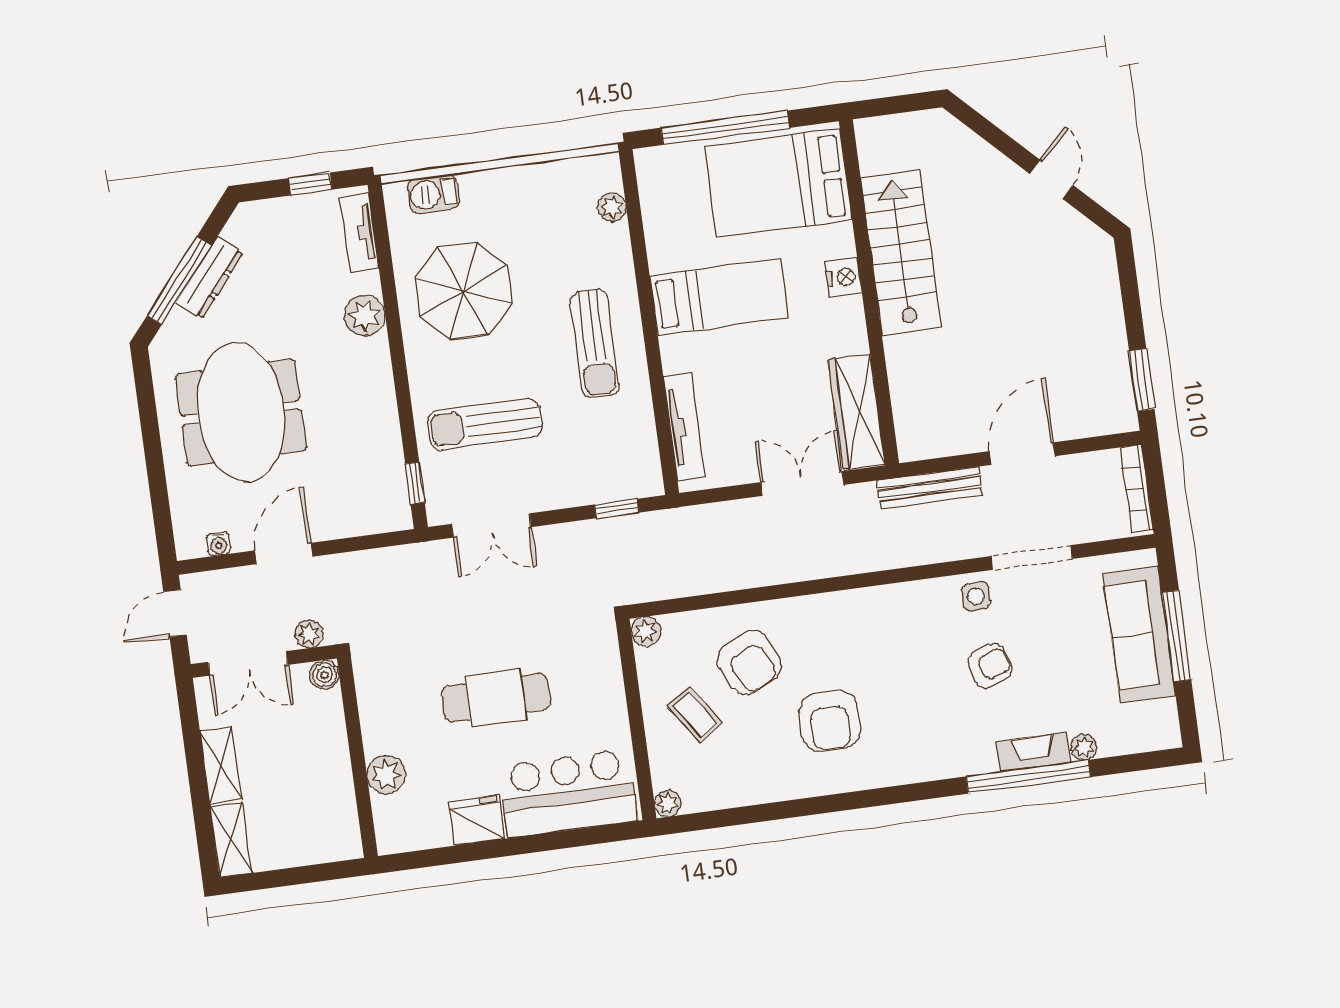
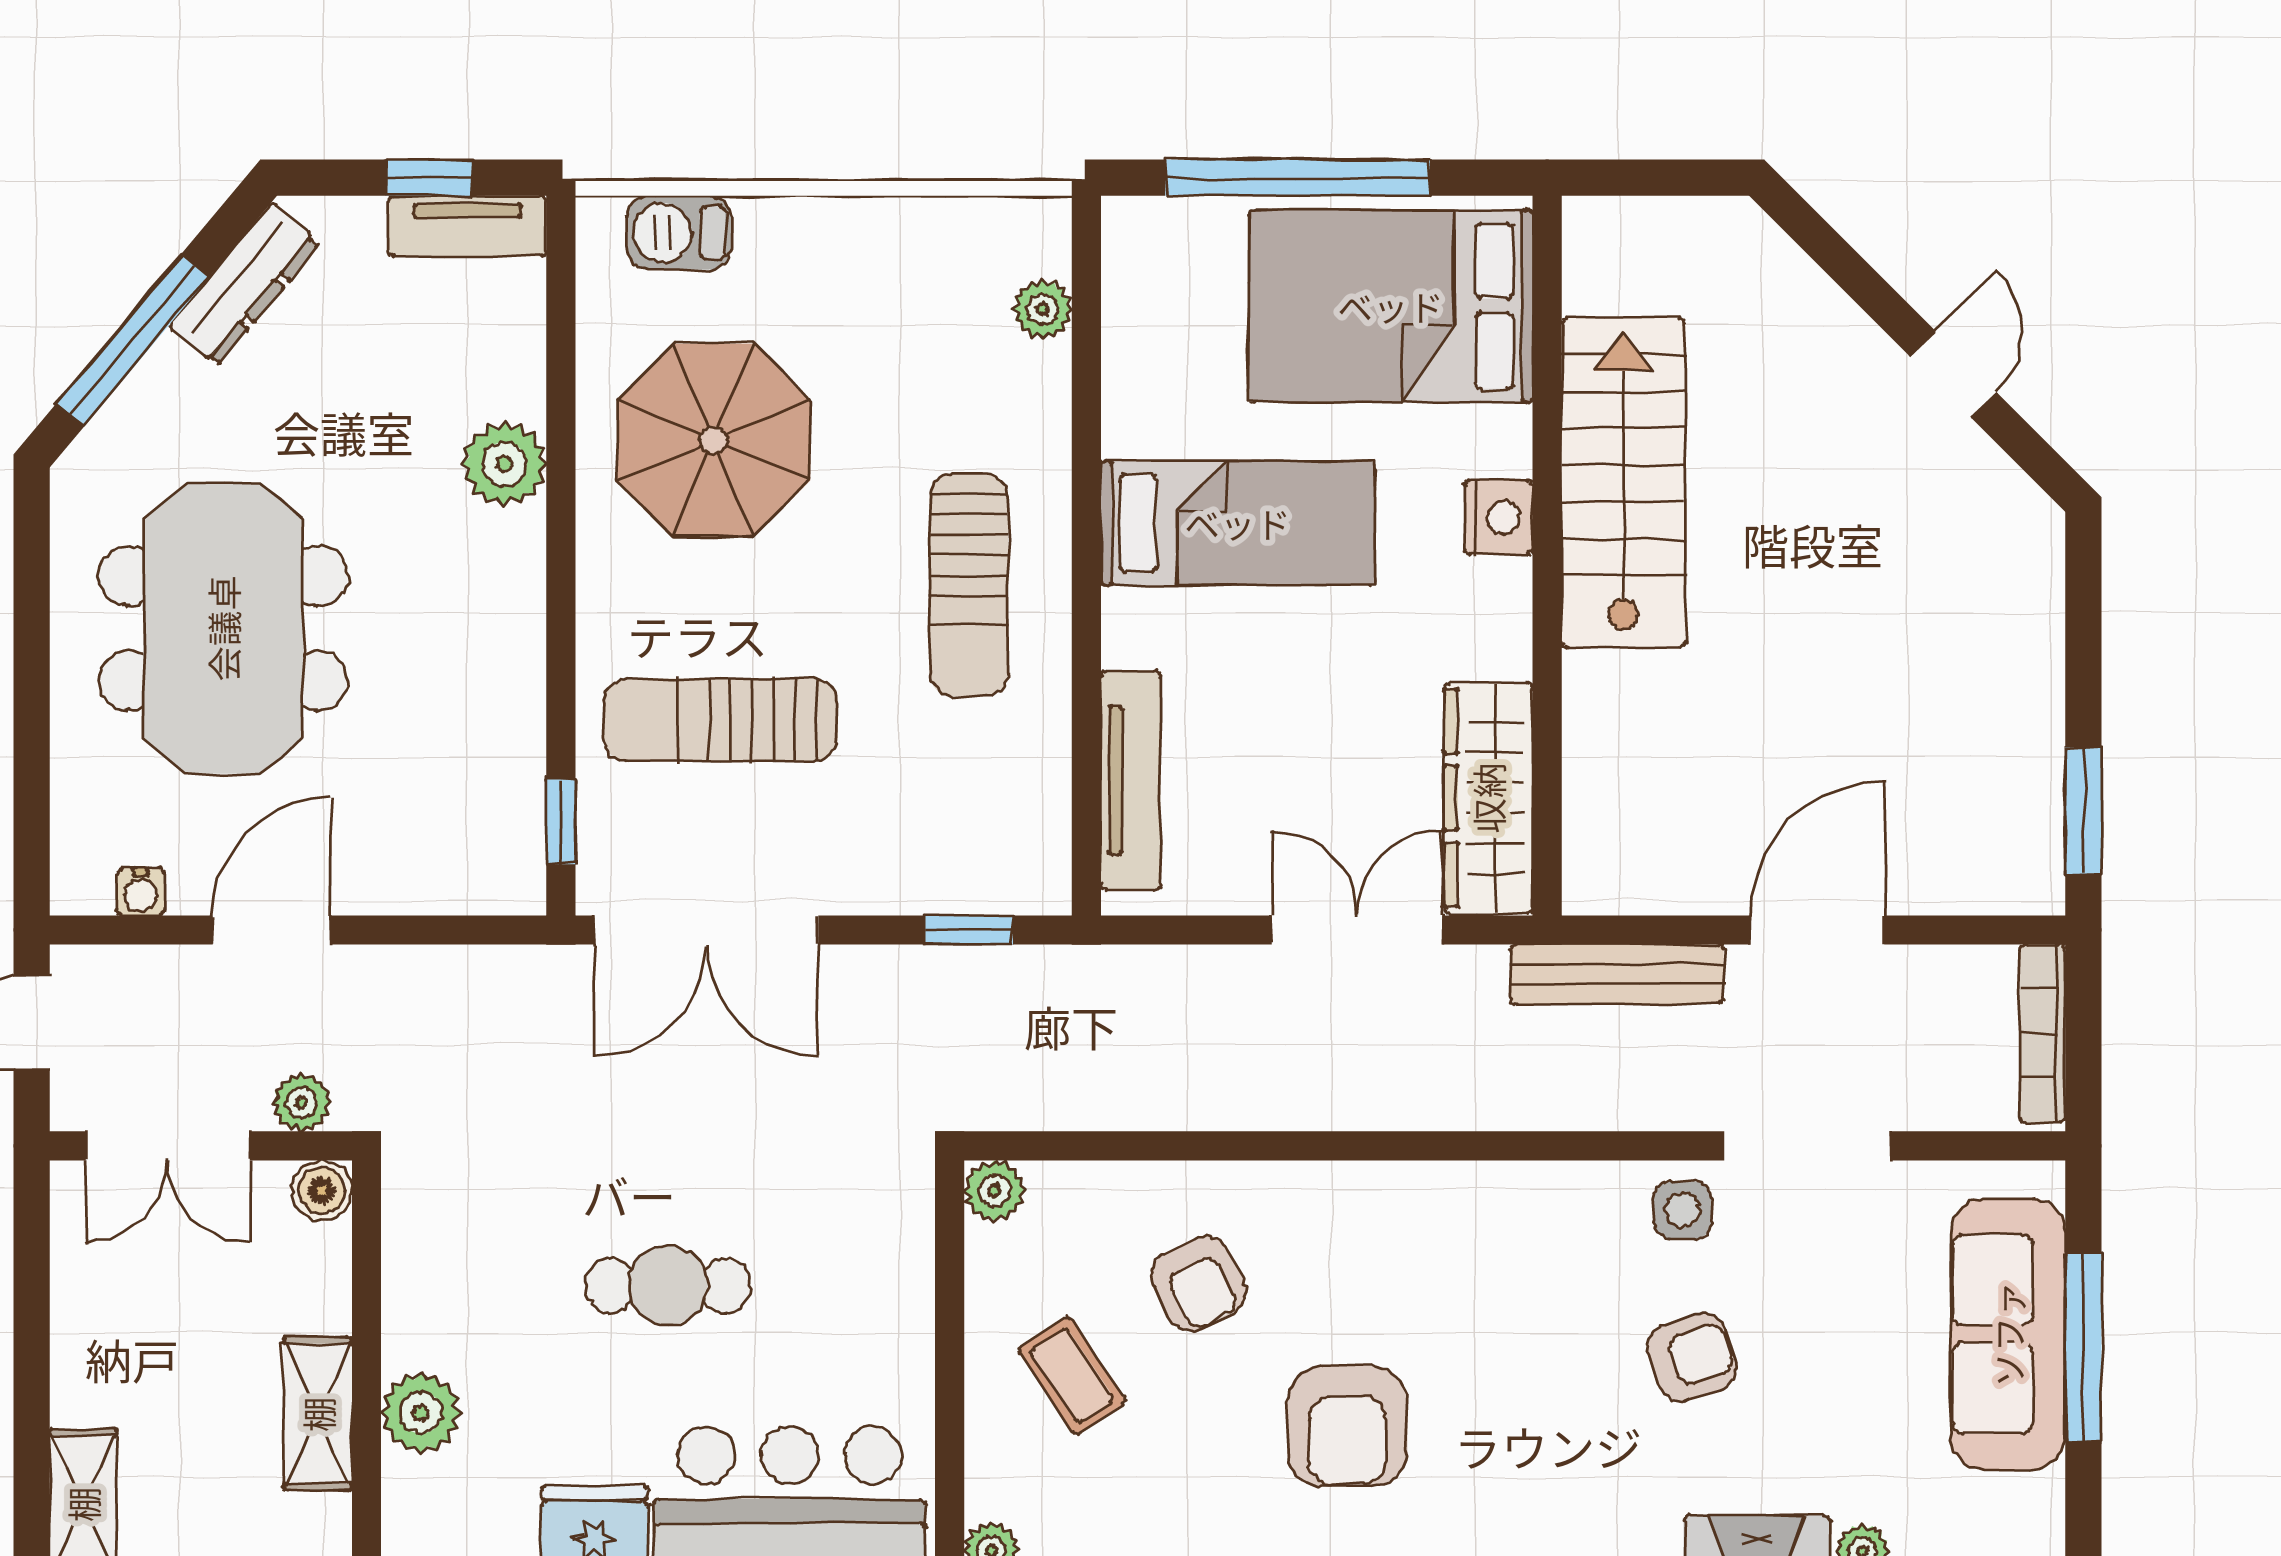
tv unit: (359, 233) -> (467, 226), moved, turned -90
dresser: (210, 278) -> (244, 284), moved
double door: (491, 525) -> (706, 930), width x1.37
armchair: (749, 663) -> (1199, 1283), width x0.72, depth x0.72
cafe table: (496, 698) -> (668, 1286), width x0.73, depth x0.74
shelving: (221, 765) -> (318, 1414), moved

